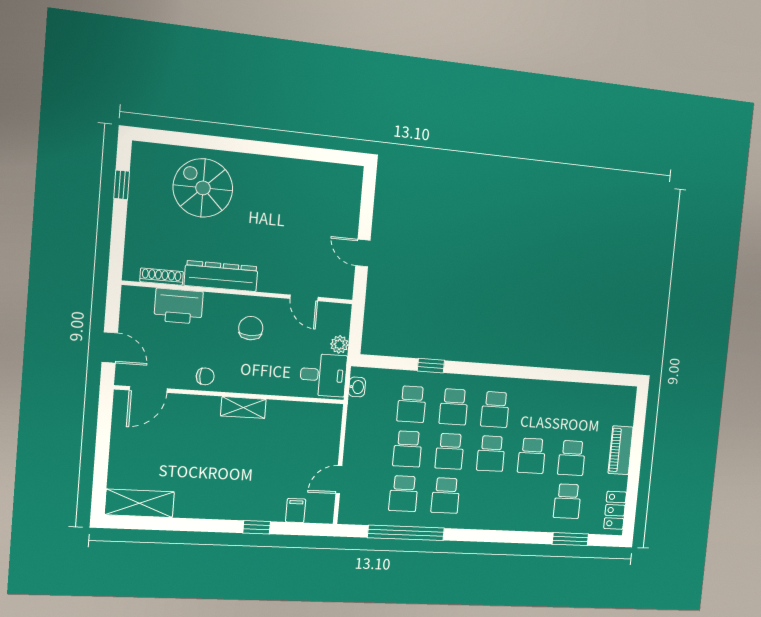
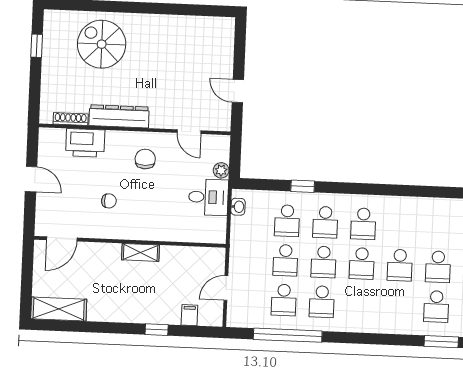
door: (148, 389) -> (62, 239), moved
wall: (231, 395) -> (130, 242), moved
shelving: (243, 408) -> (141, 252), moved

